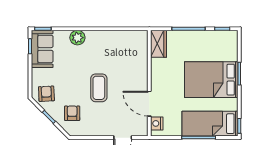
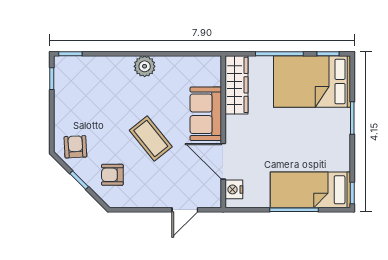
plant: (77, 38) -> (145, 66), moved
wardrobe: (159, 44) -> (236, 85), width x1.50
sofa: (42, 49) -> (206, 114), moved, turned 180
bed: (211, 80) -> (312, 81), moved
coffee table: (99, 88) -> (151, 138), turned -39
armchair: (72, 113) -> (112, 175), turned -90

